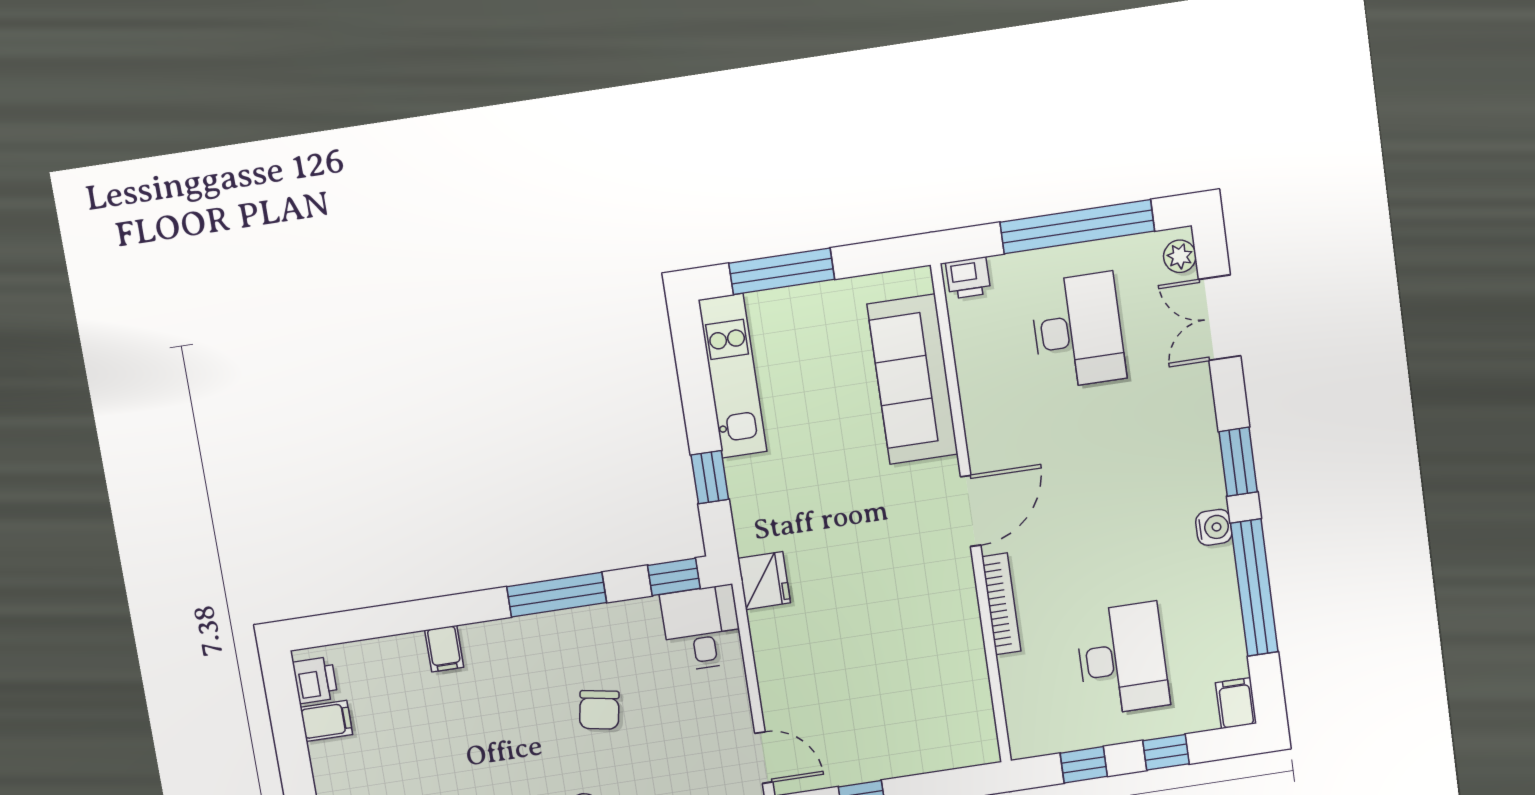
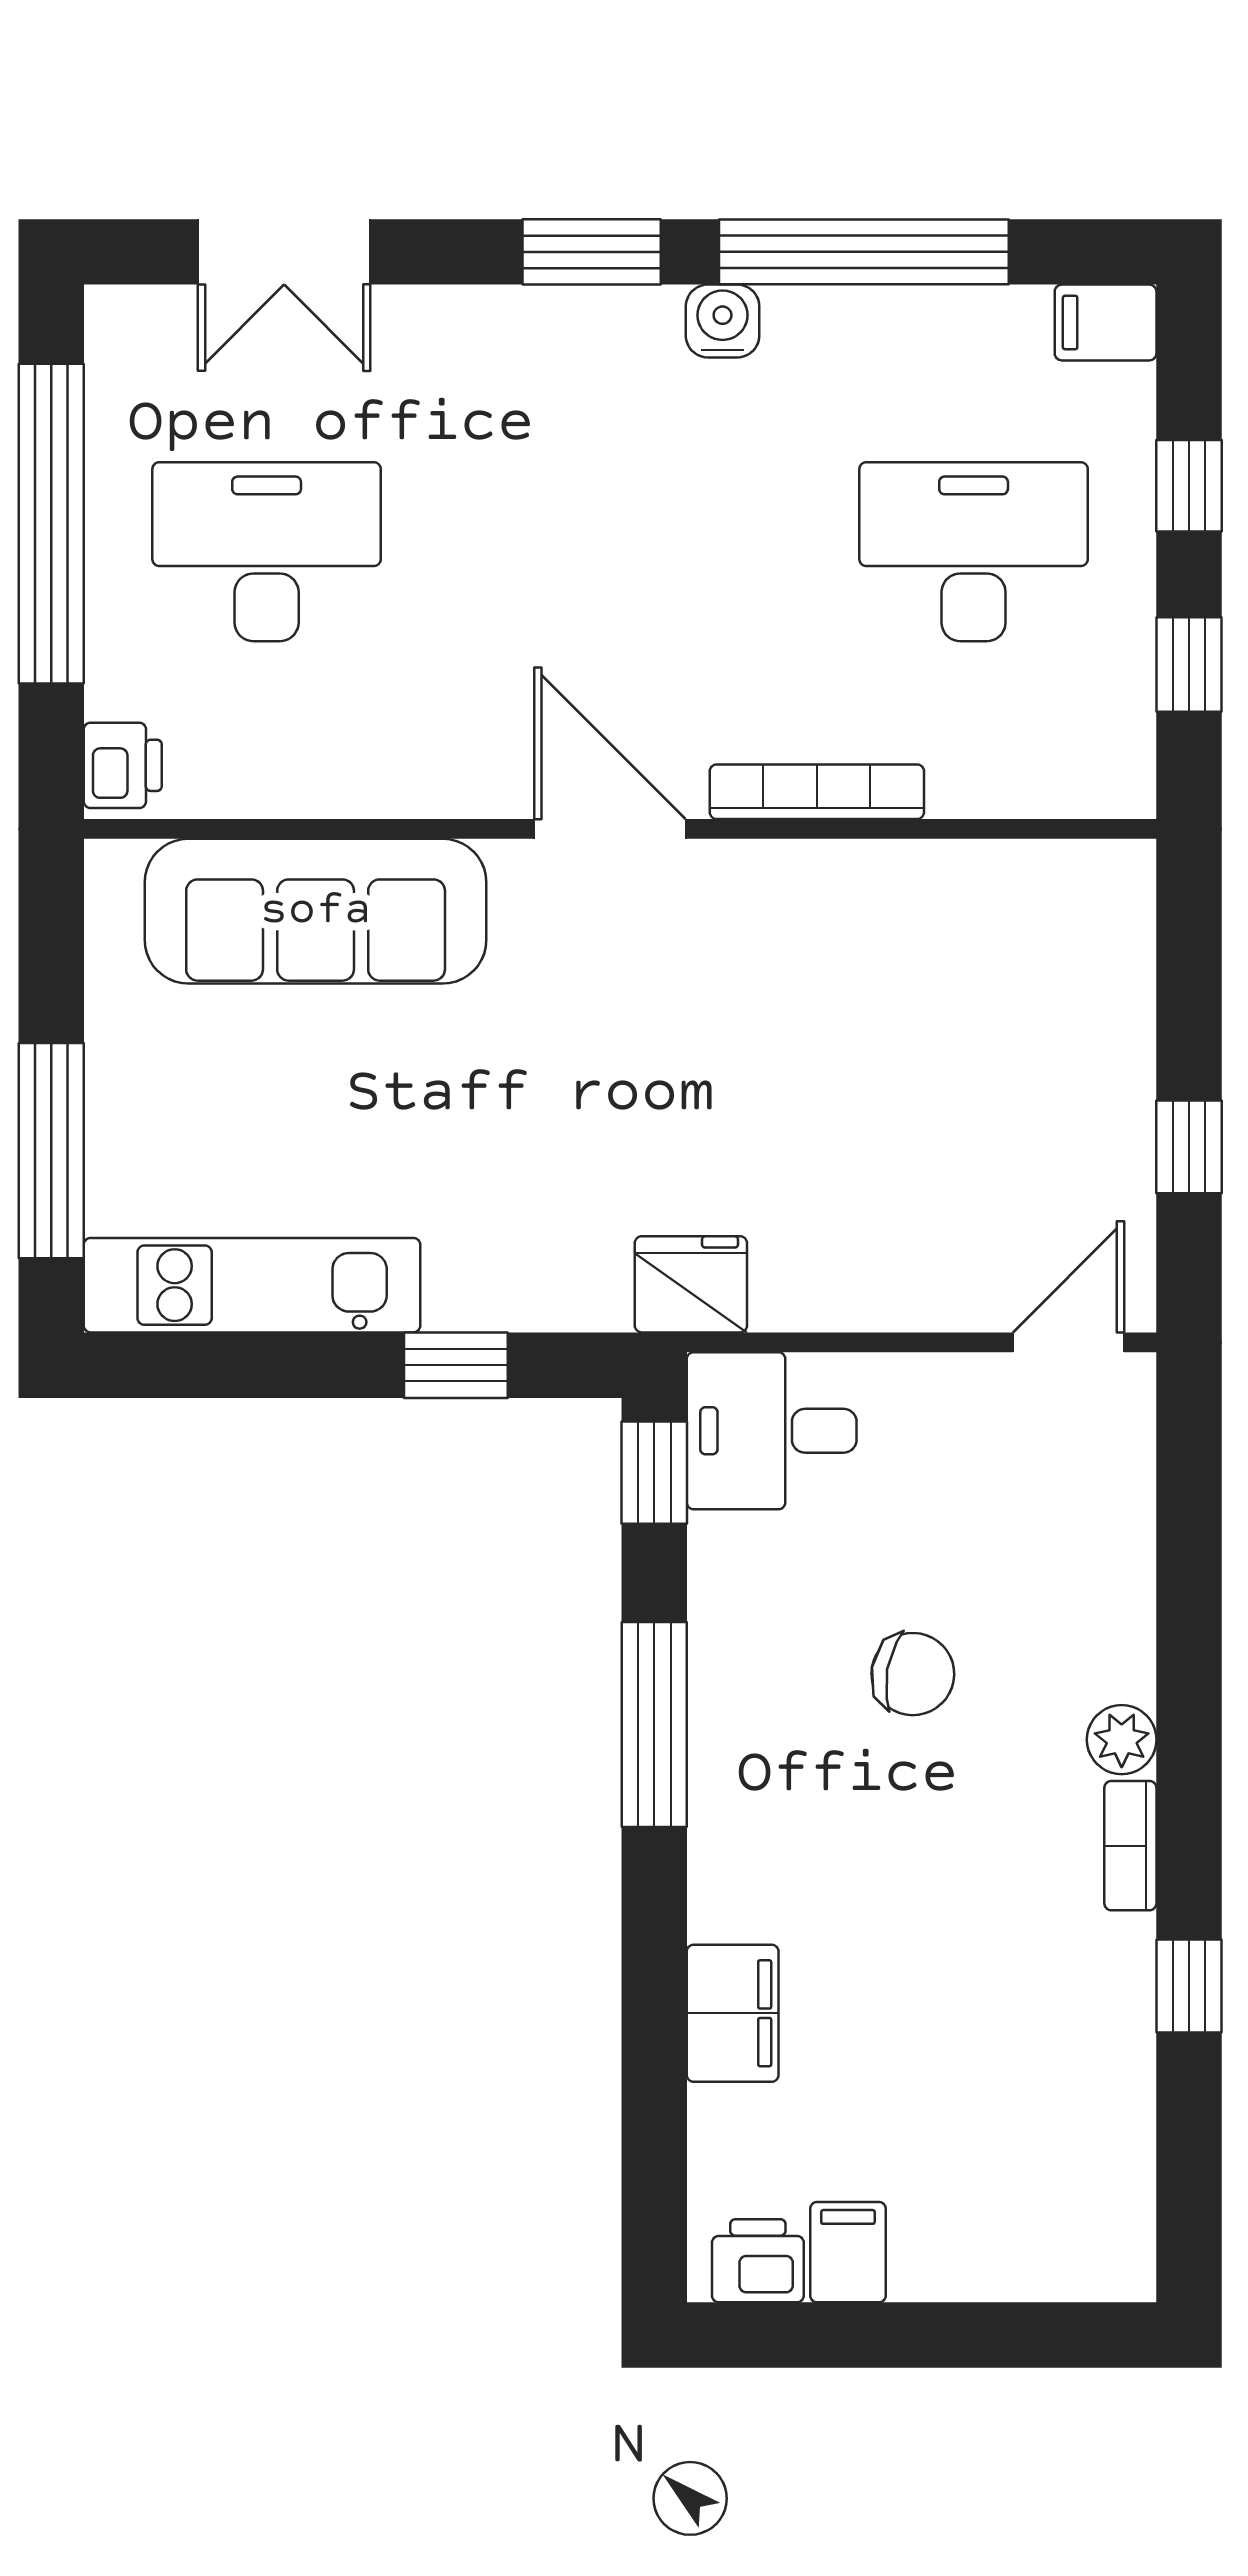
plant: (1180, 256) -> (144, 318), removed
filing cabinet: (444, 649) -> (733, 2013), width x2.00

